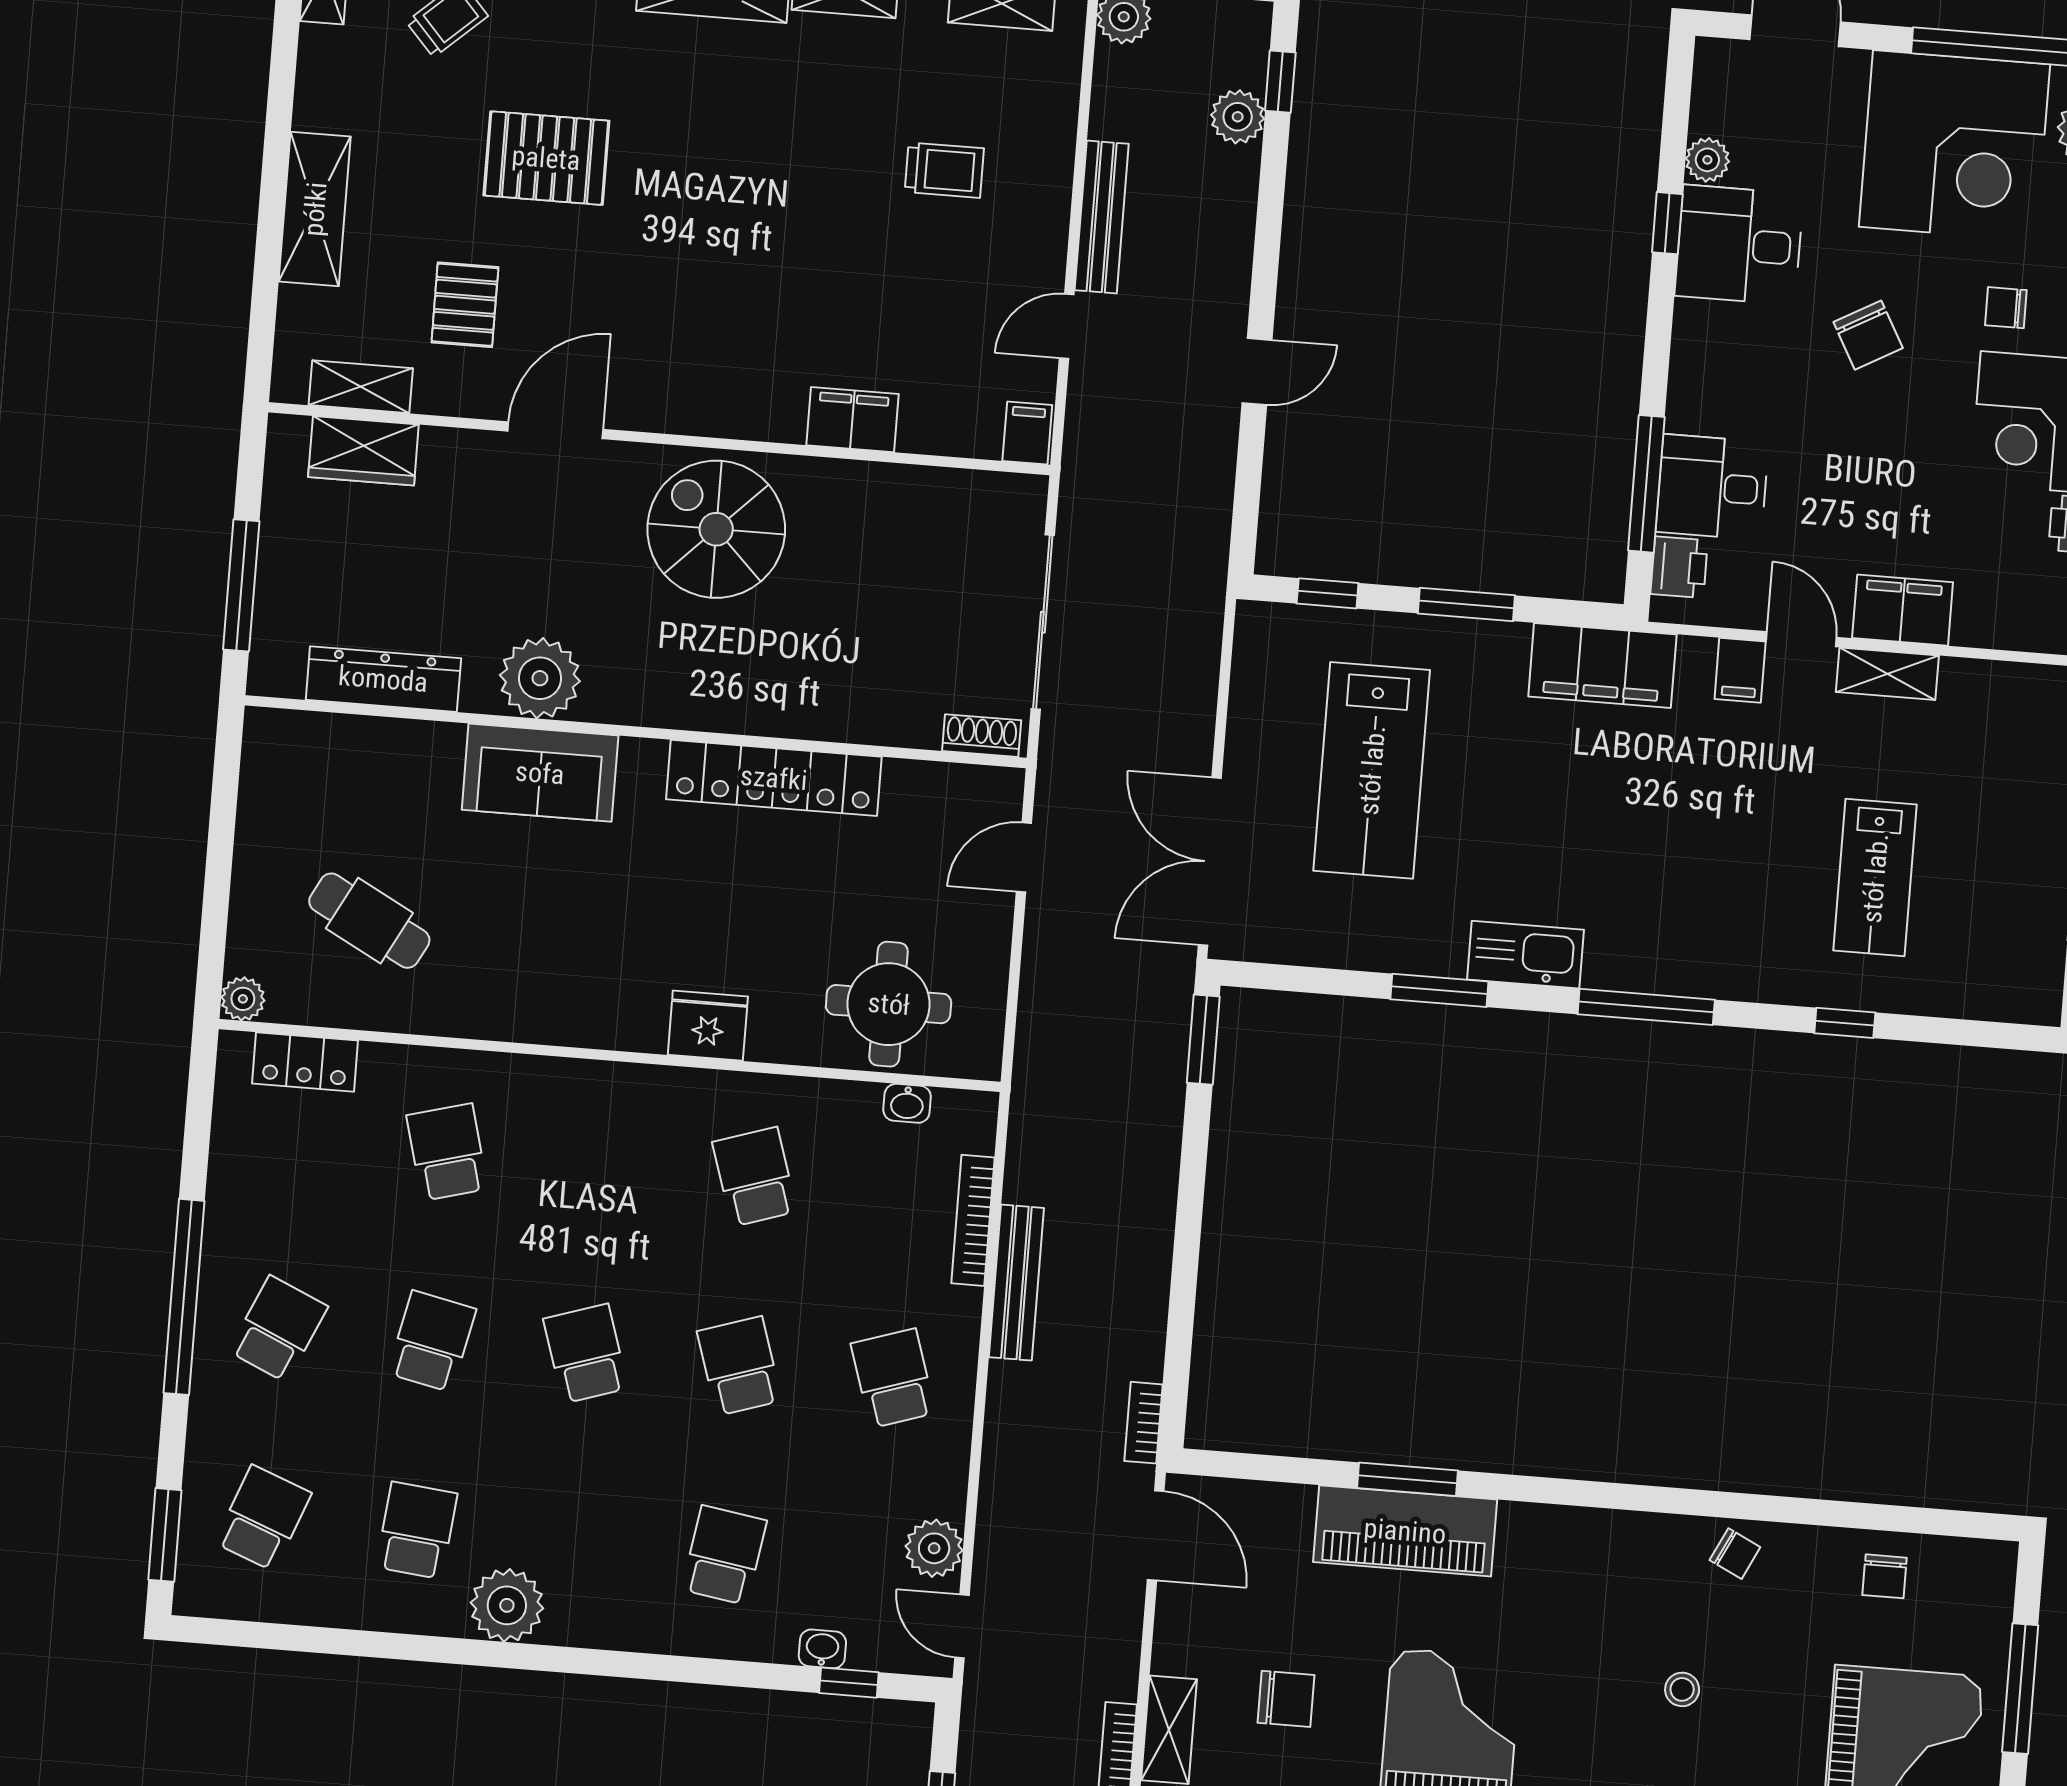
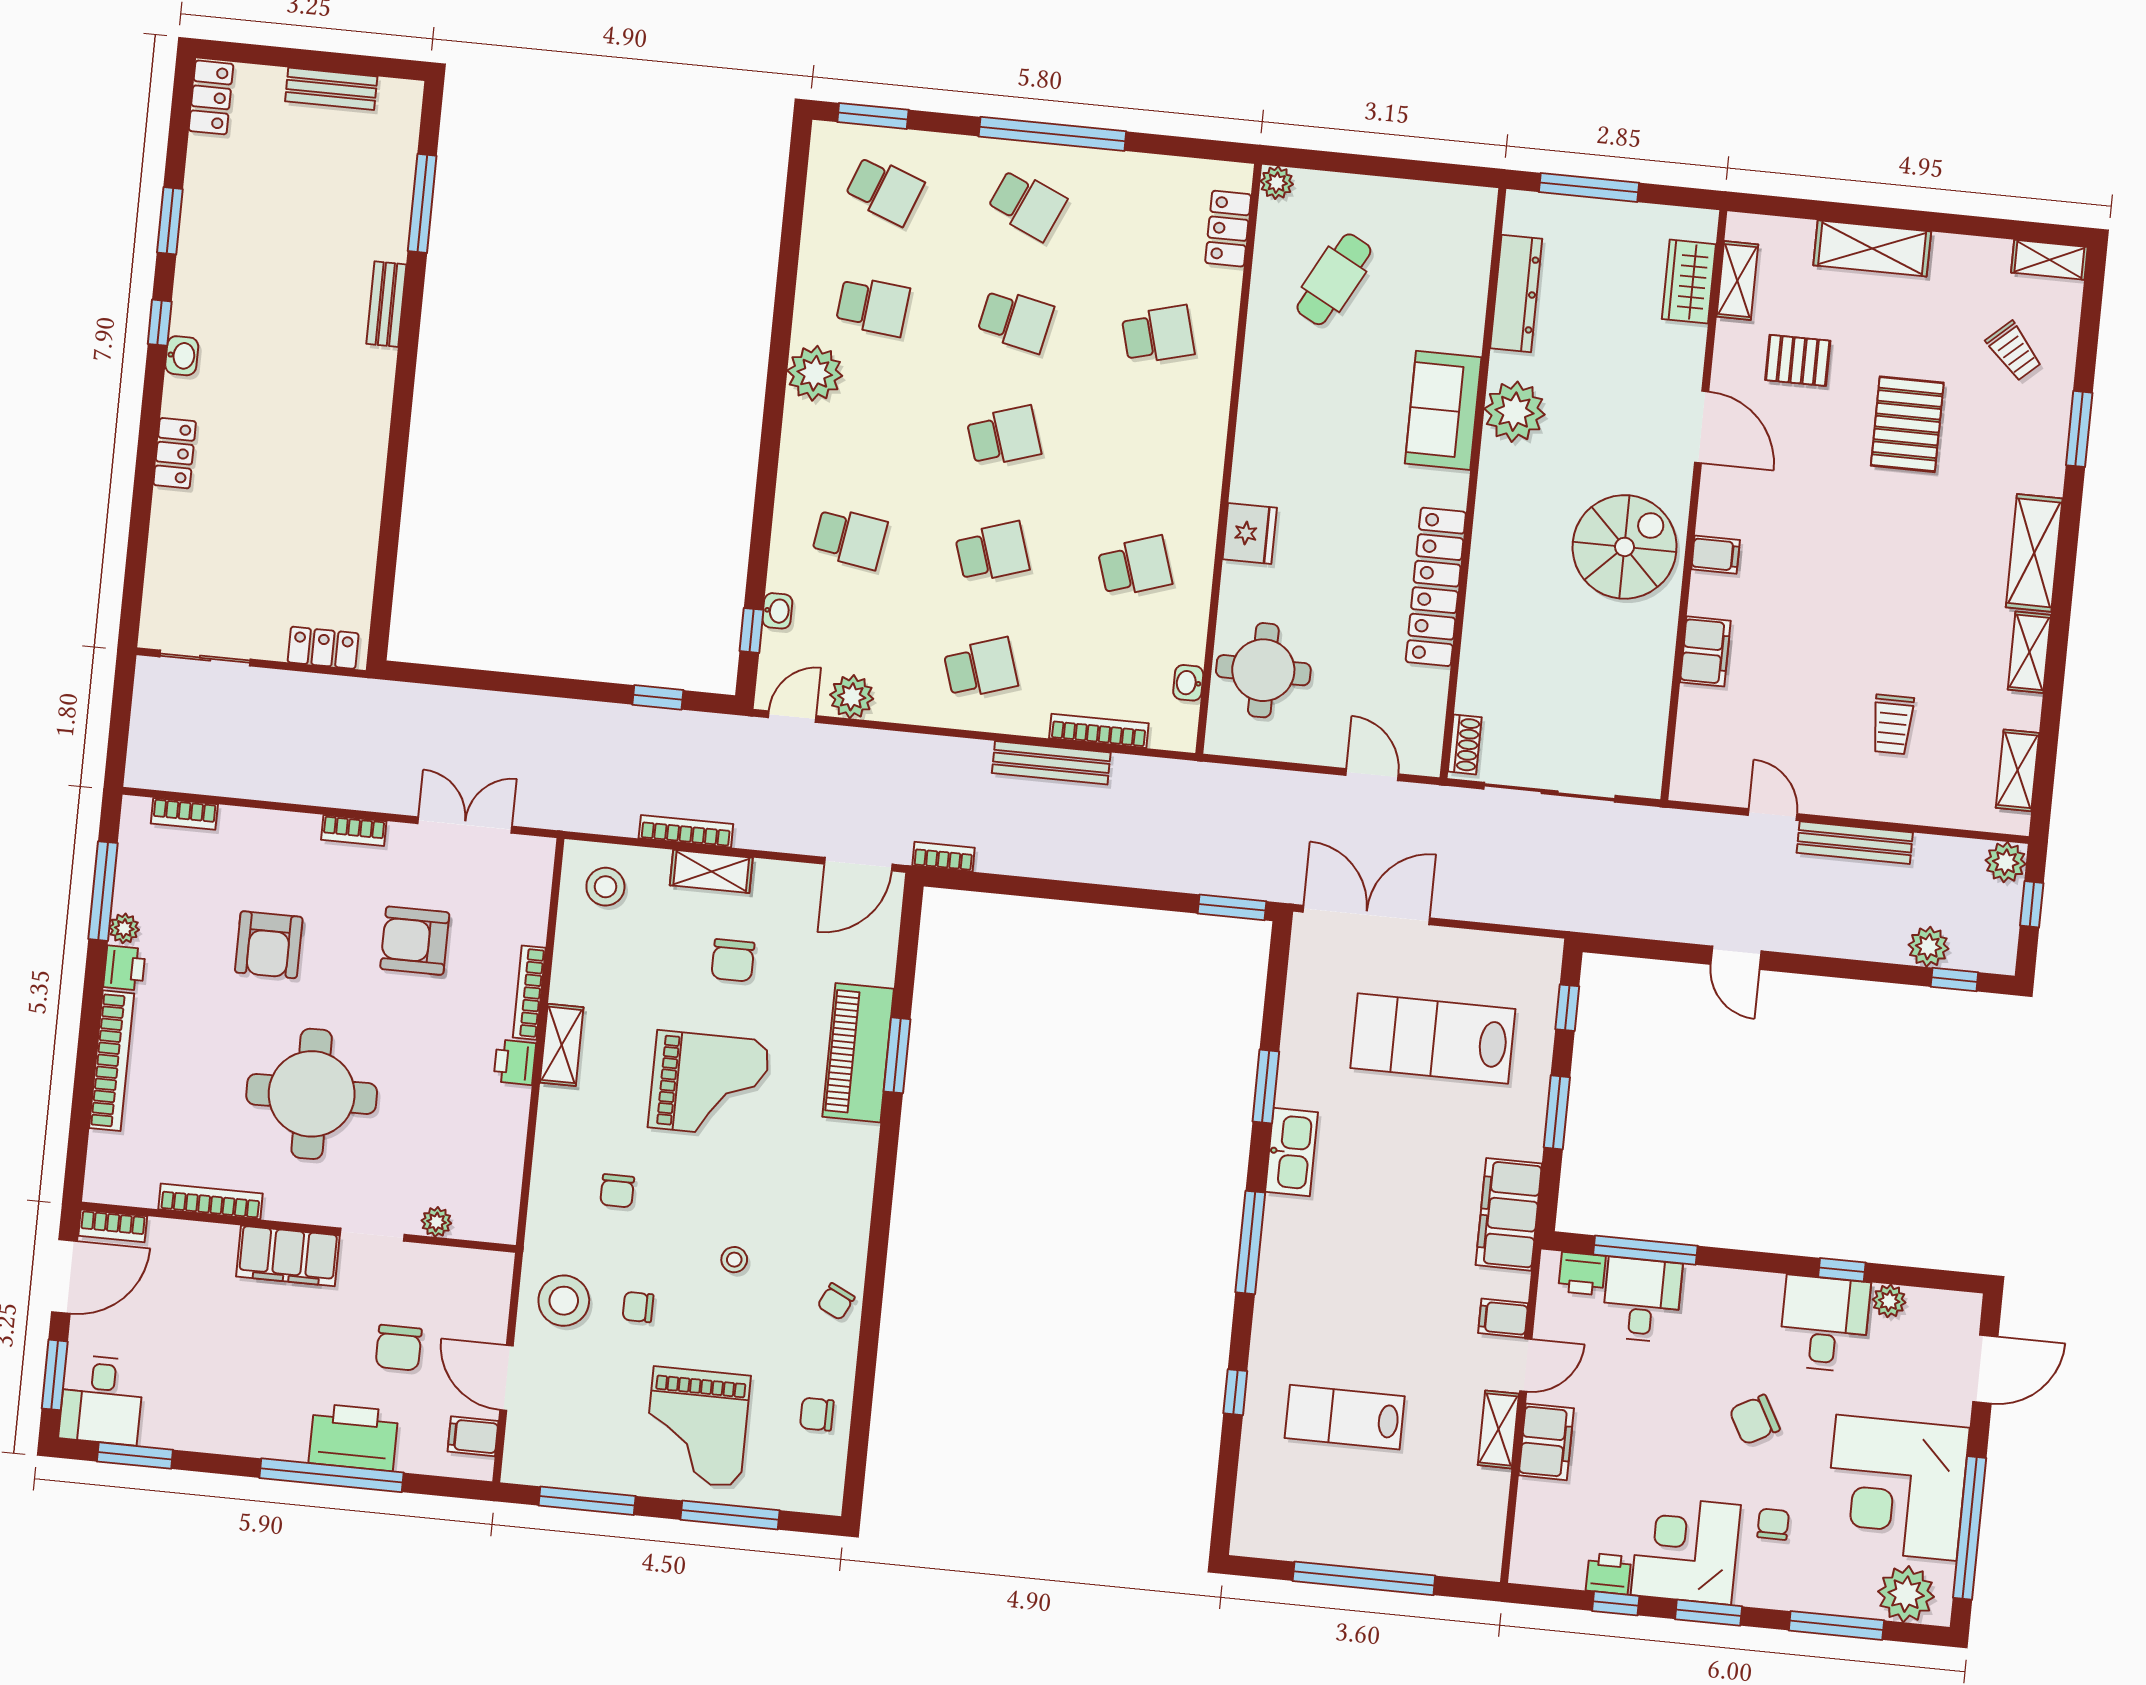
filing cabinet: (1027, 433) -> (1716, 555), moved

